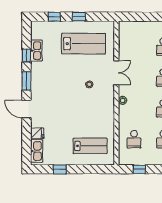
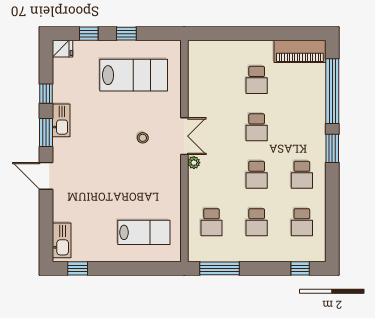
kitchen sink: (36, 51) -> (61, 120), moved
double door: (116, 73) -> (184, 136), moved
fridge: (37, 133) -> (63, 49), moved
window: (60, 169) -> (78, 268), moved
window: (139, 169) -> (220, 268), width x2.17

